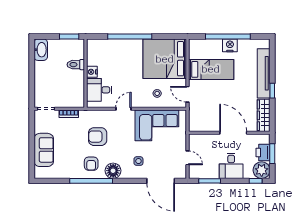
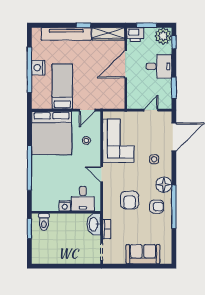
washbasin: (41, 50) -> (94, 224), moved, turned -90
toilet: (76, 65) -> (44, 222), moved
printer: (263, 152) -> (135, 34), moved

